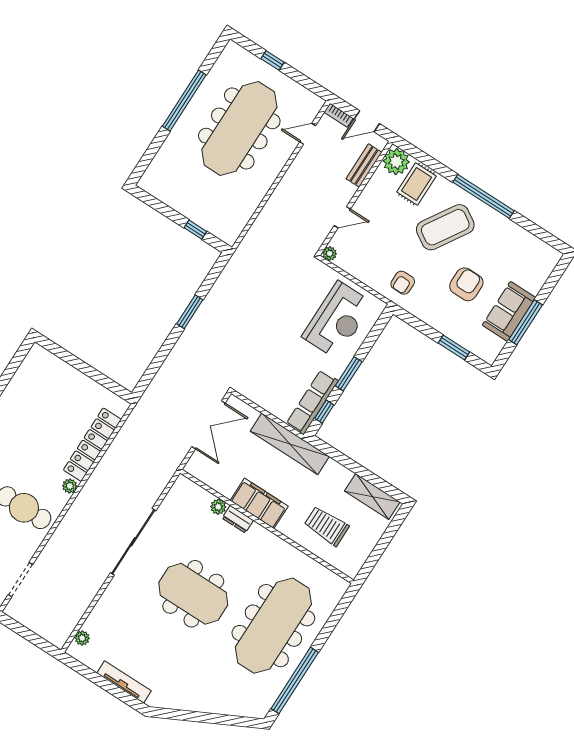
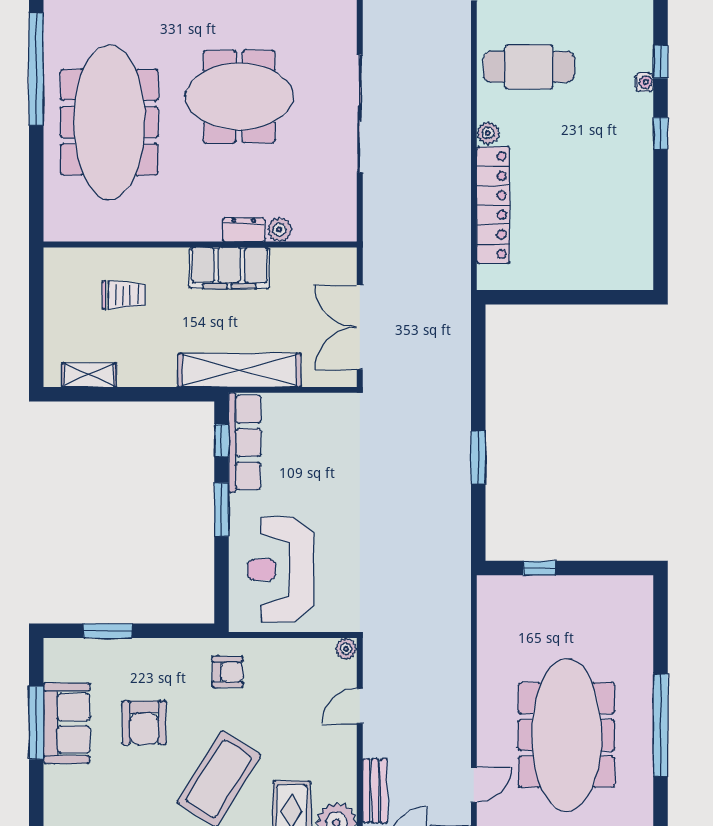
armchair: (403, 283) -> (228, 672), turned 90
shelving: (372, 496) -> (89, 375), width x0.67, depth x0.75
trolley: (326, 526) -> (124, 295), width x0.73, depth x0.72

